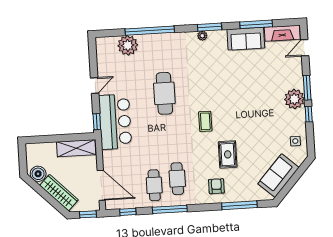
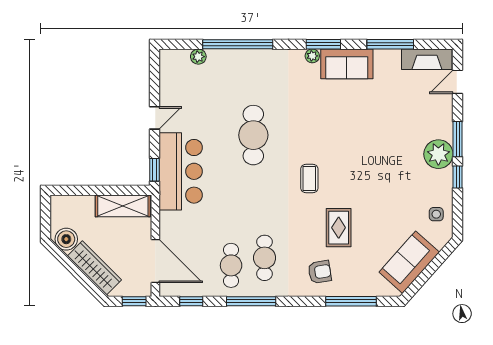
sofa: (246, 39) -> (347, 64), moved
plant: (128, 45) -> (198, 57), width x0.53, depth x0.53
armchair: (216, 186) -> (320, 272), turned 81

